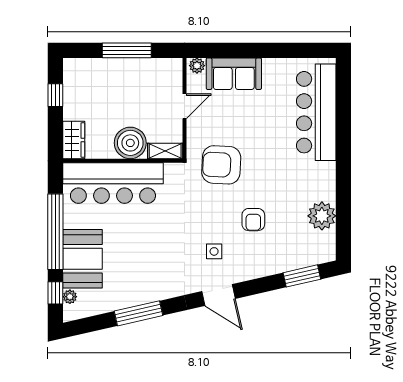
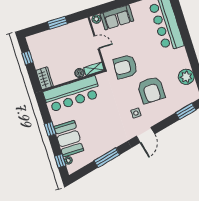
window: (127, 50) -> (57, 23), width x0.69
door: (184, 106) -> (97, 42), hinge flipped
boiler: (130, 143) -> (79, 73), width x0.54, depth x0.54
armchair: (253, 220) -> (151, 90), width x1.88, depth x1.88
window: (55, 232) -> (50, 129), width x0.32
door: (218, 295) -> (145, 135), hinge flipped

